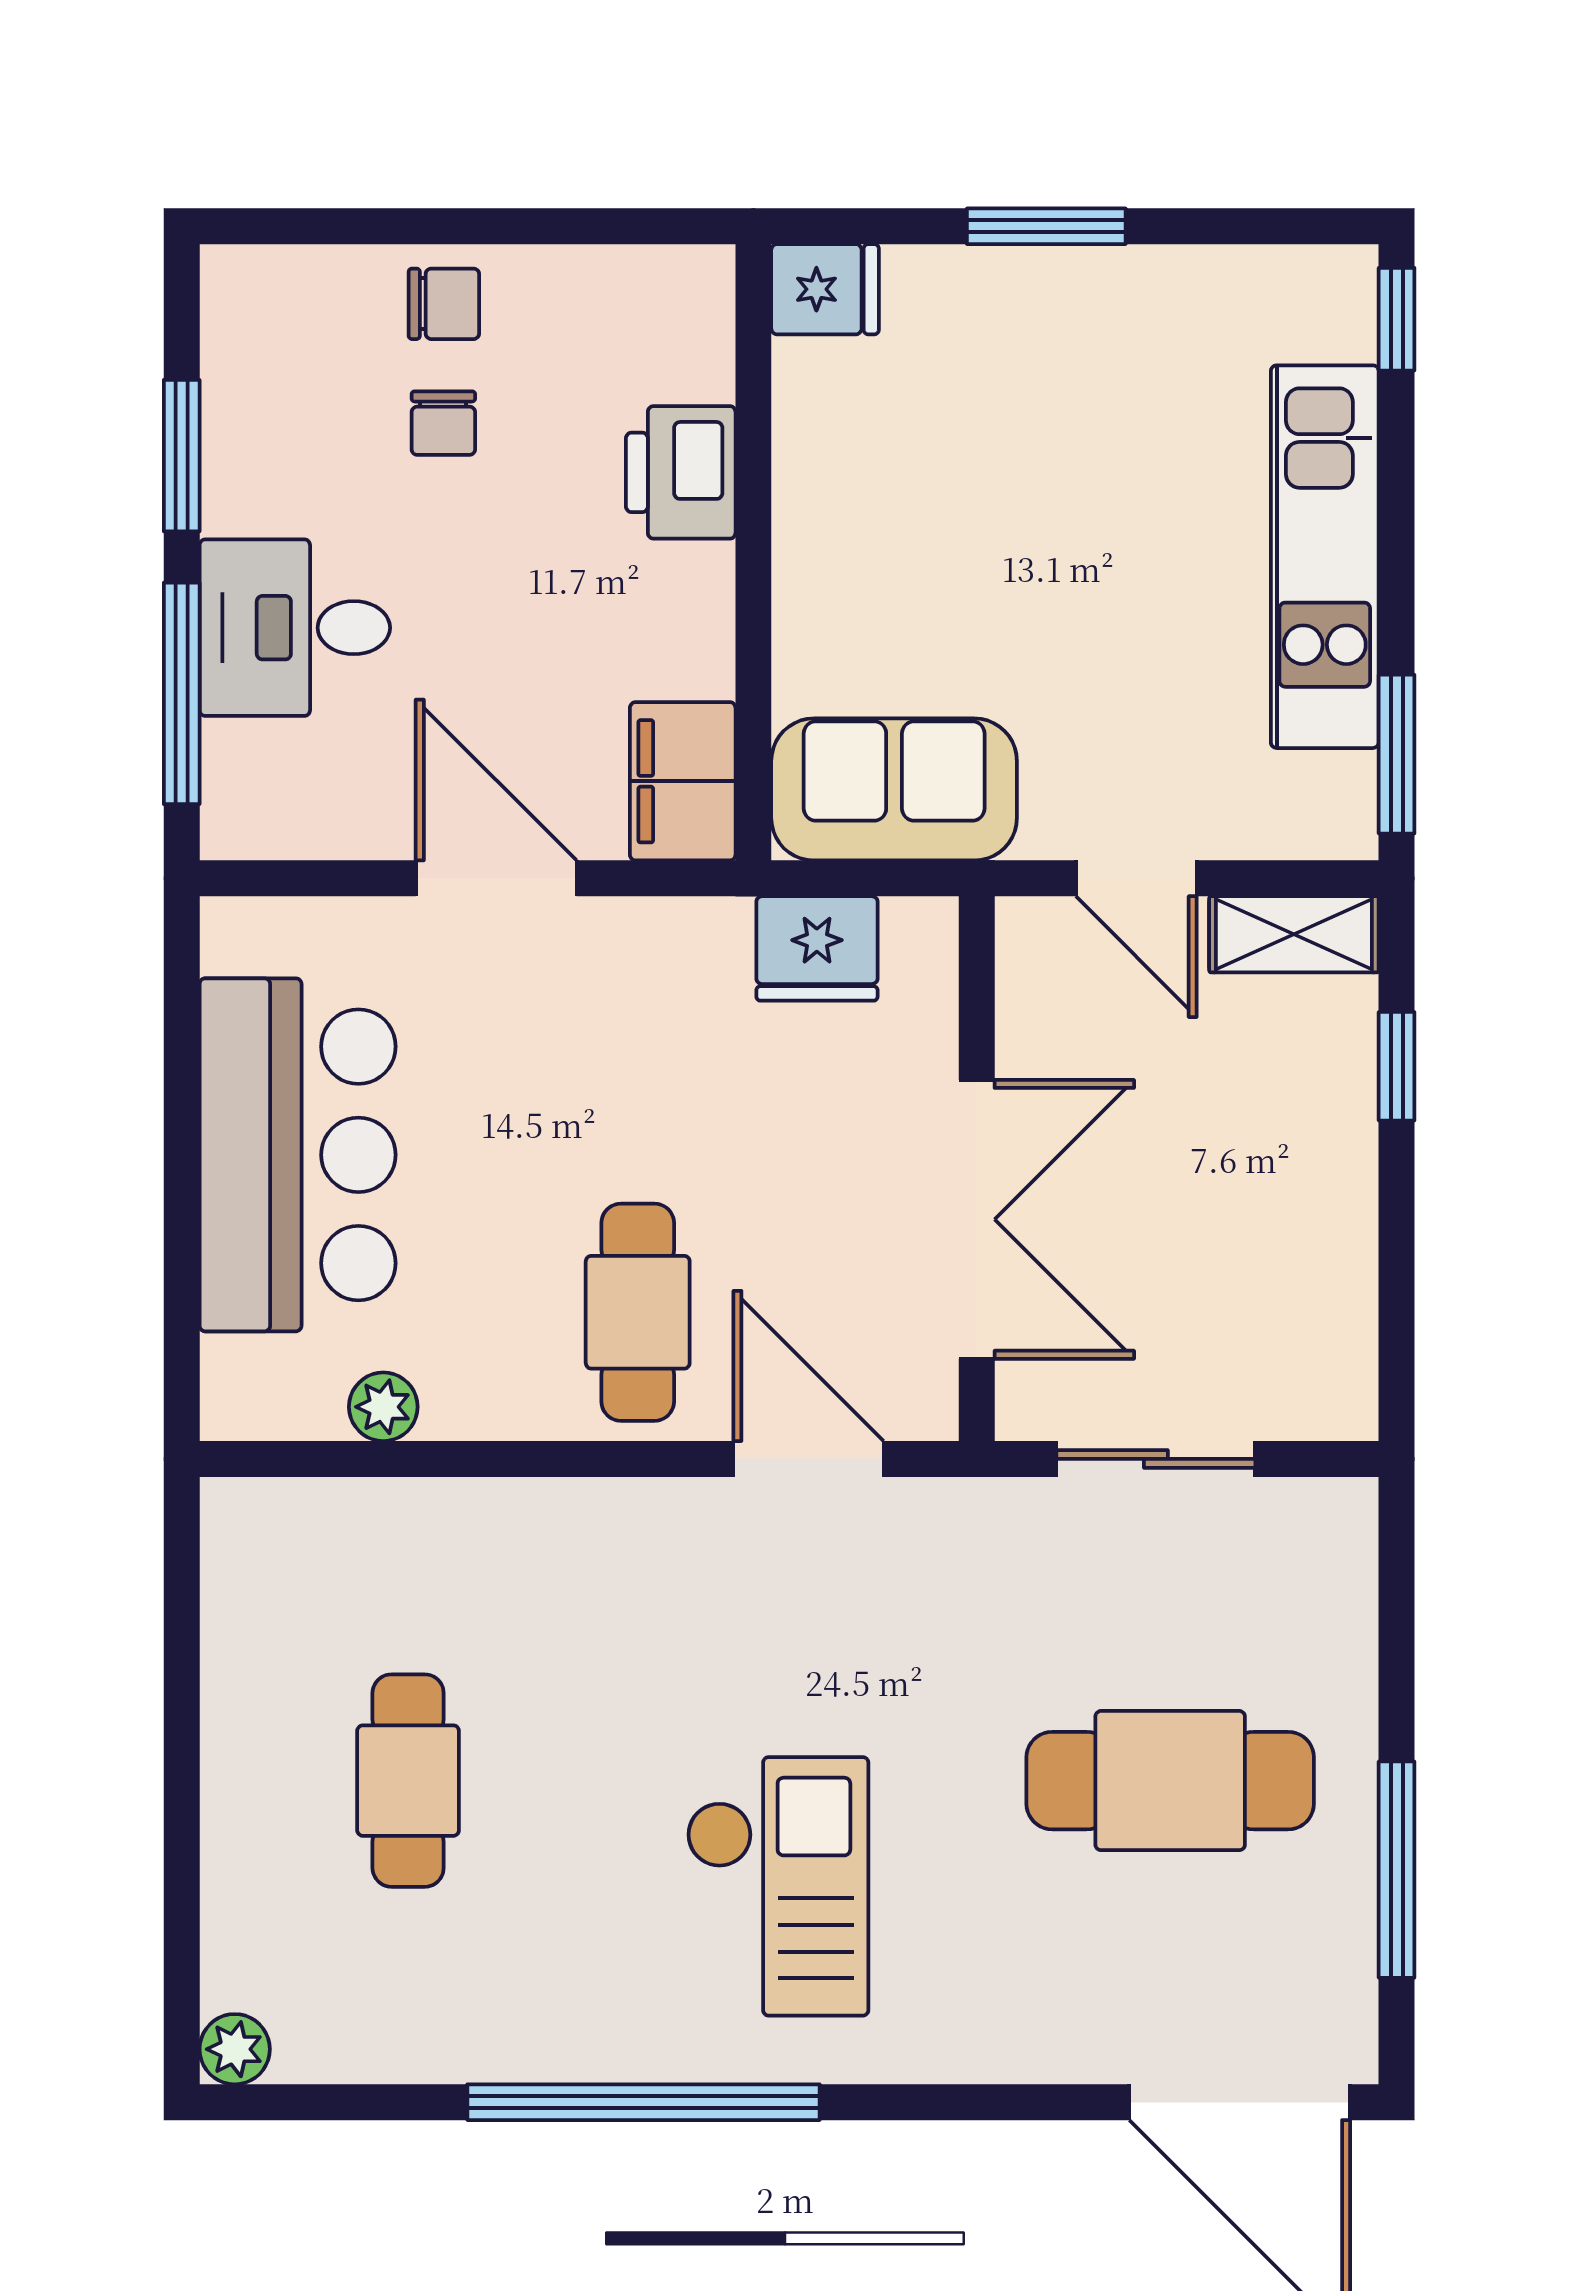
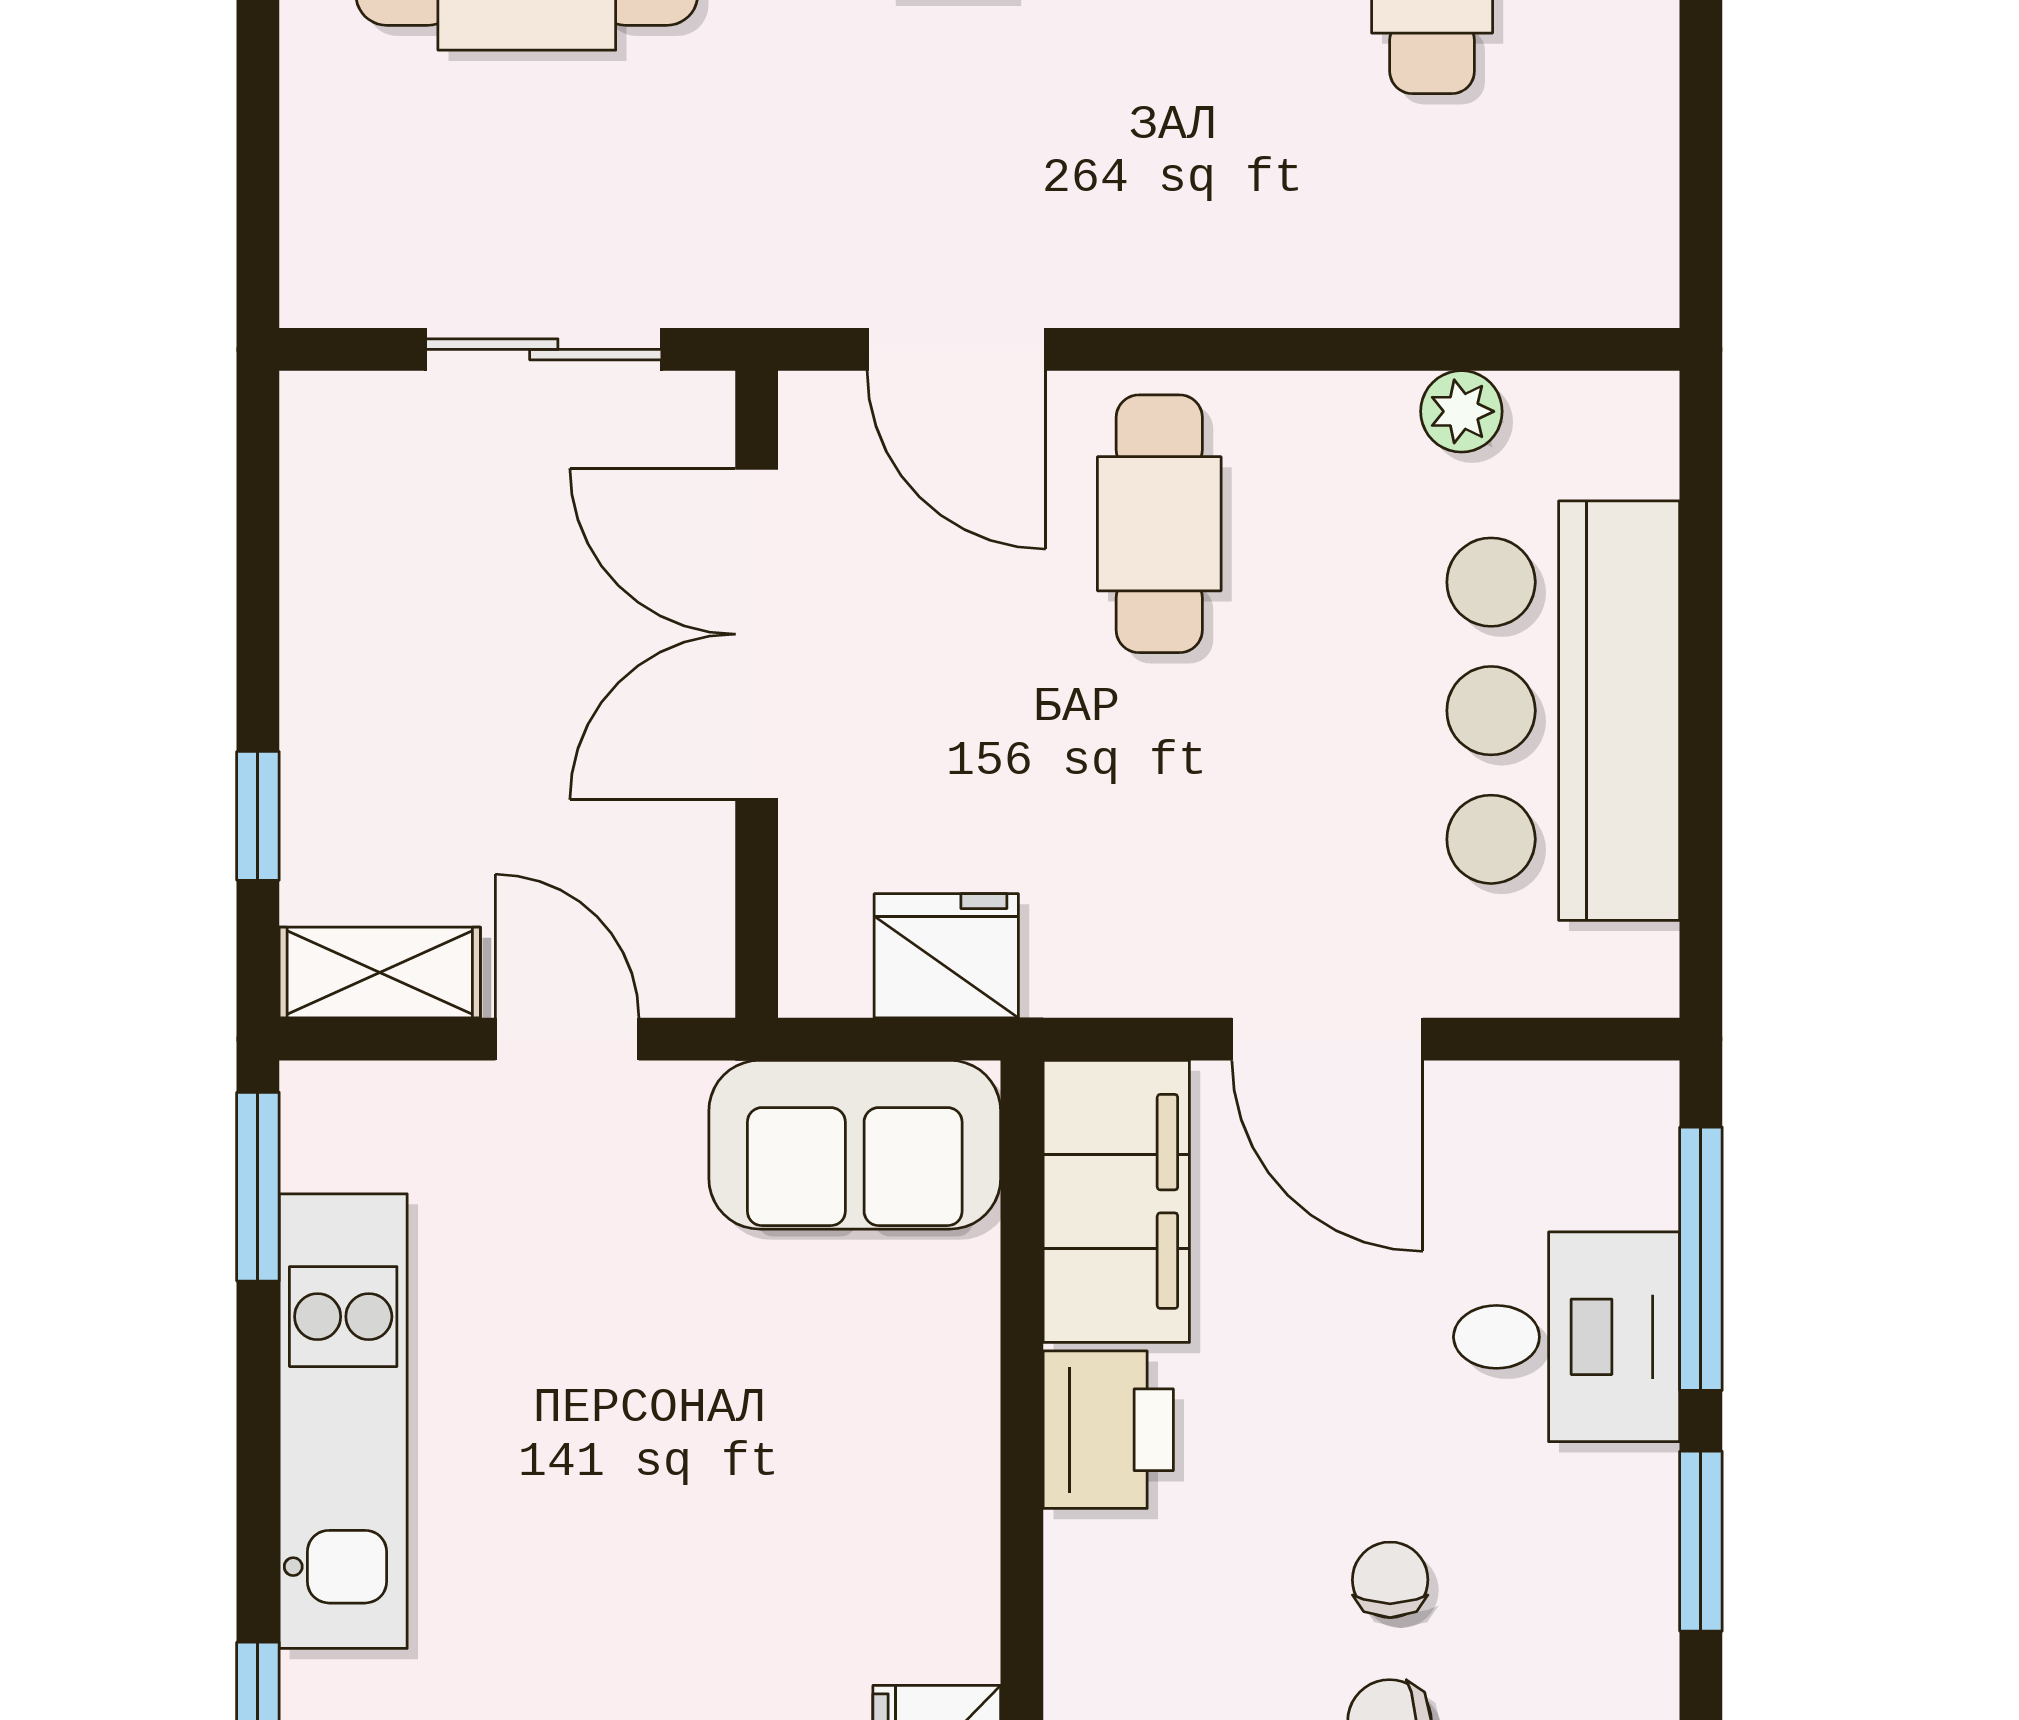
printer: (681, 472) -> (1108, 1430), moved
filing cabinet: (683, 781) -> (1116, 1201), width x1.50, depth x1.17

